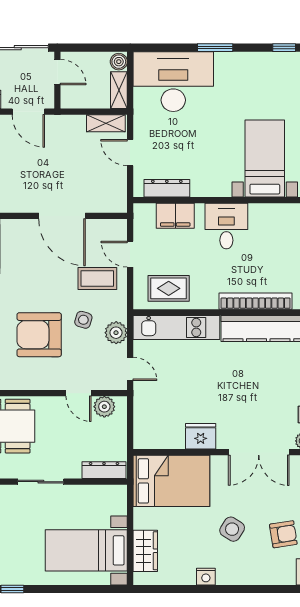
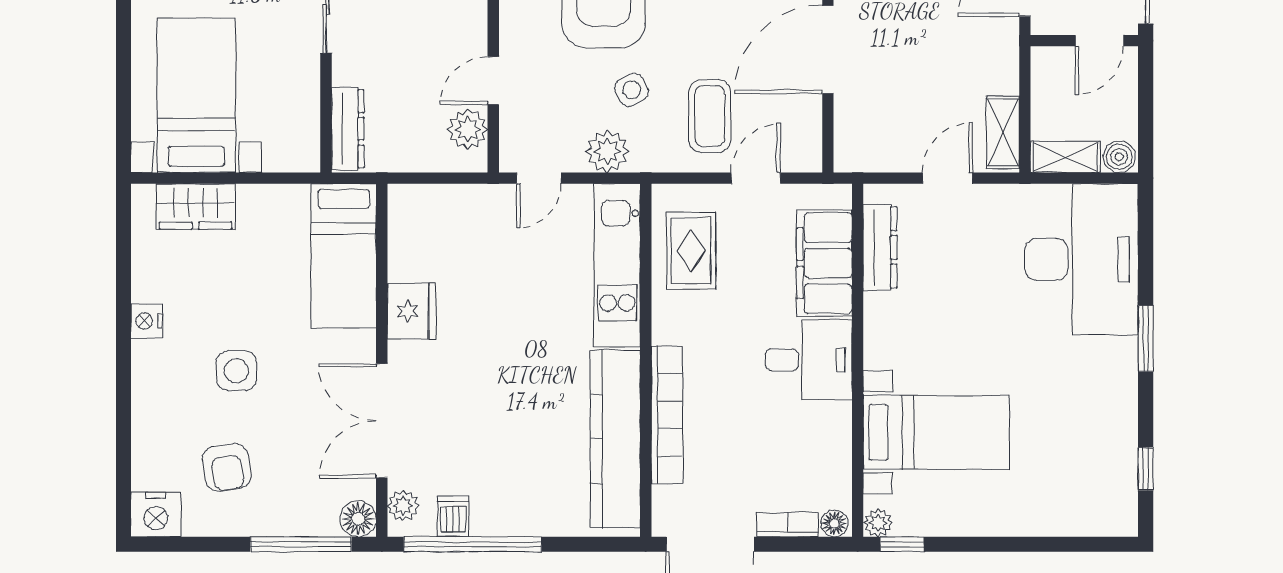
filing cabinet: (175, 216) -> (824, 263), width x1.50, depth x1.17
side table: (83, 320) -> (632, 90), turned 45
bed: (171, 481) -> (344, 256), width x0.67
side table: (232, 529) -> (236, 371), turned -32

